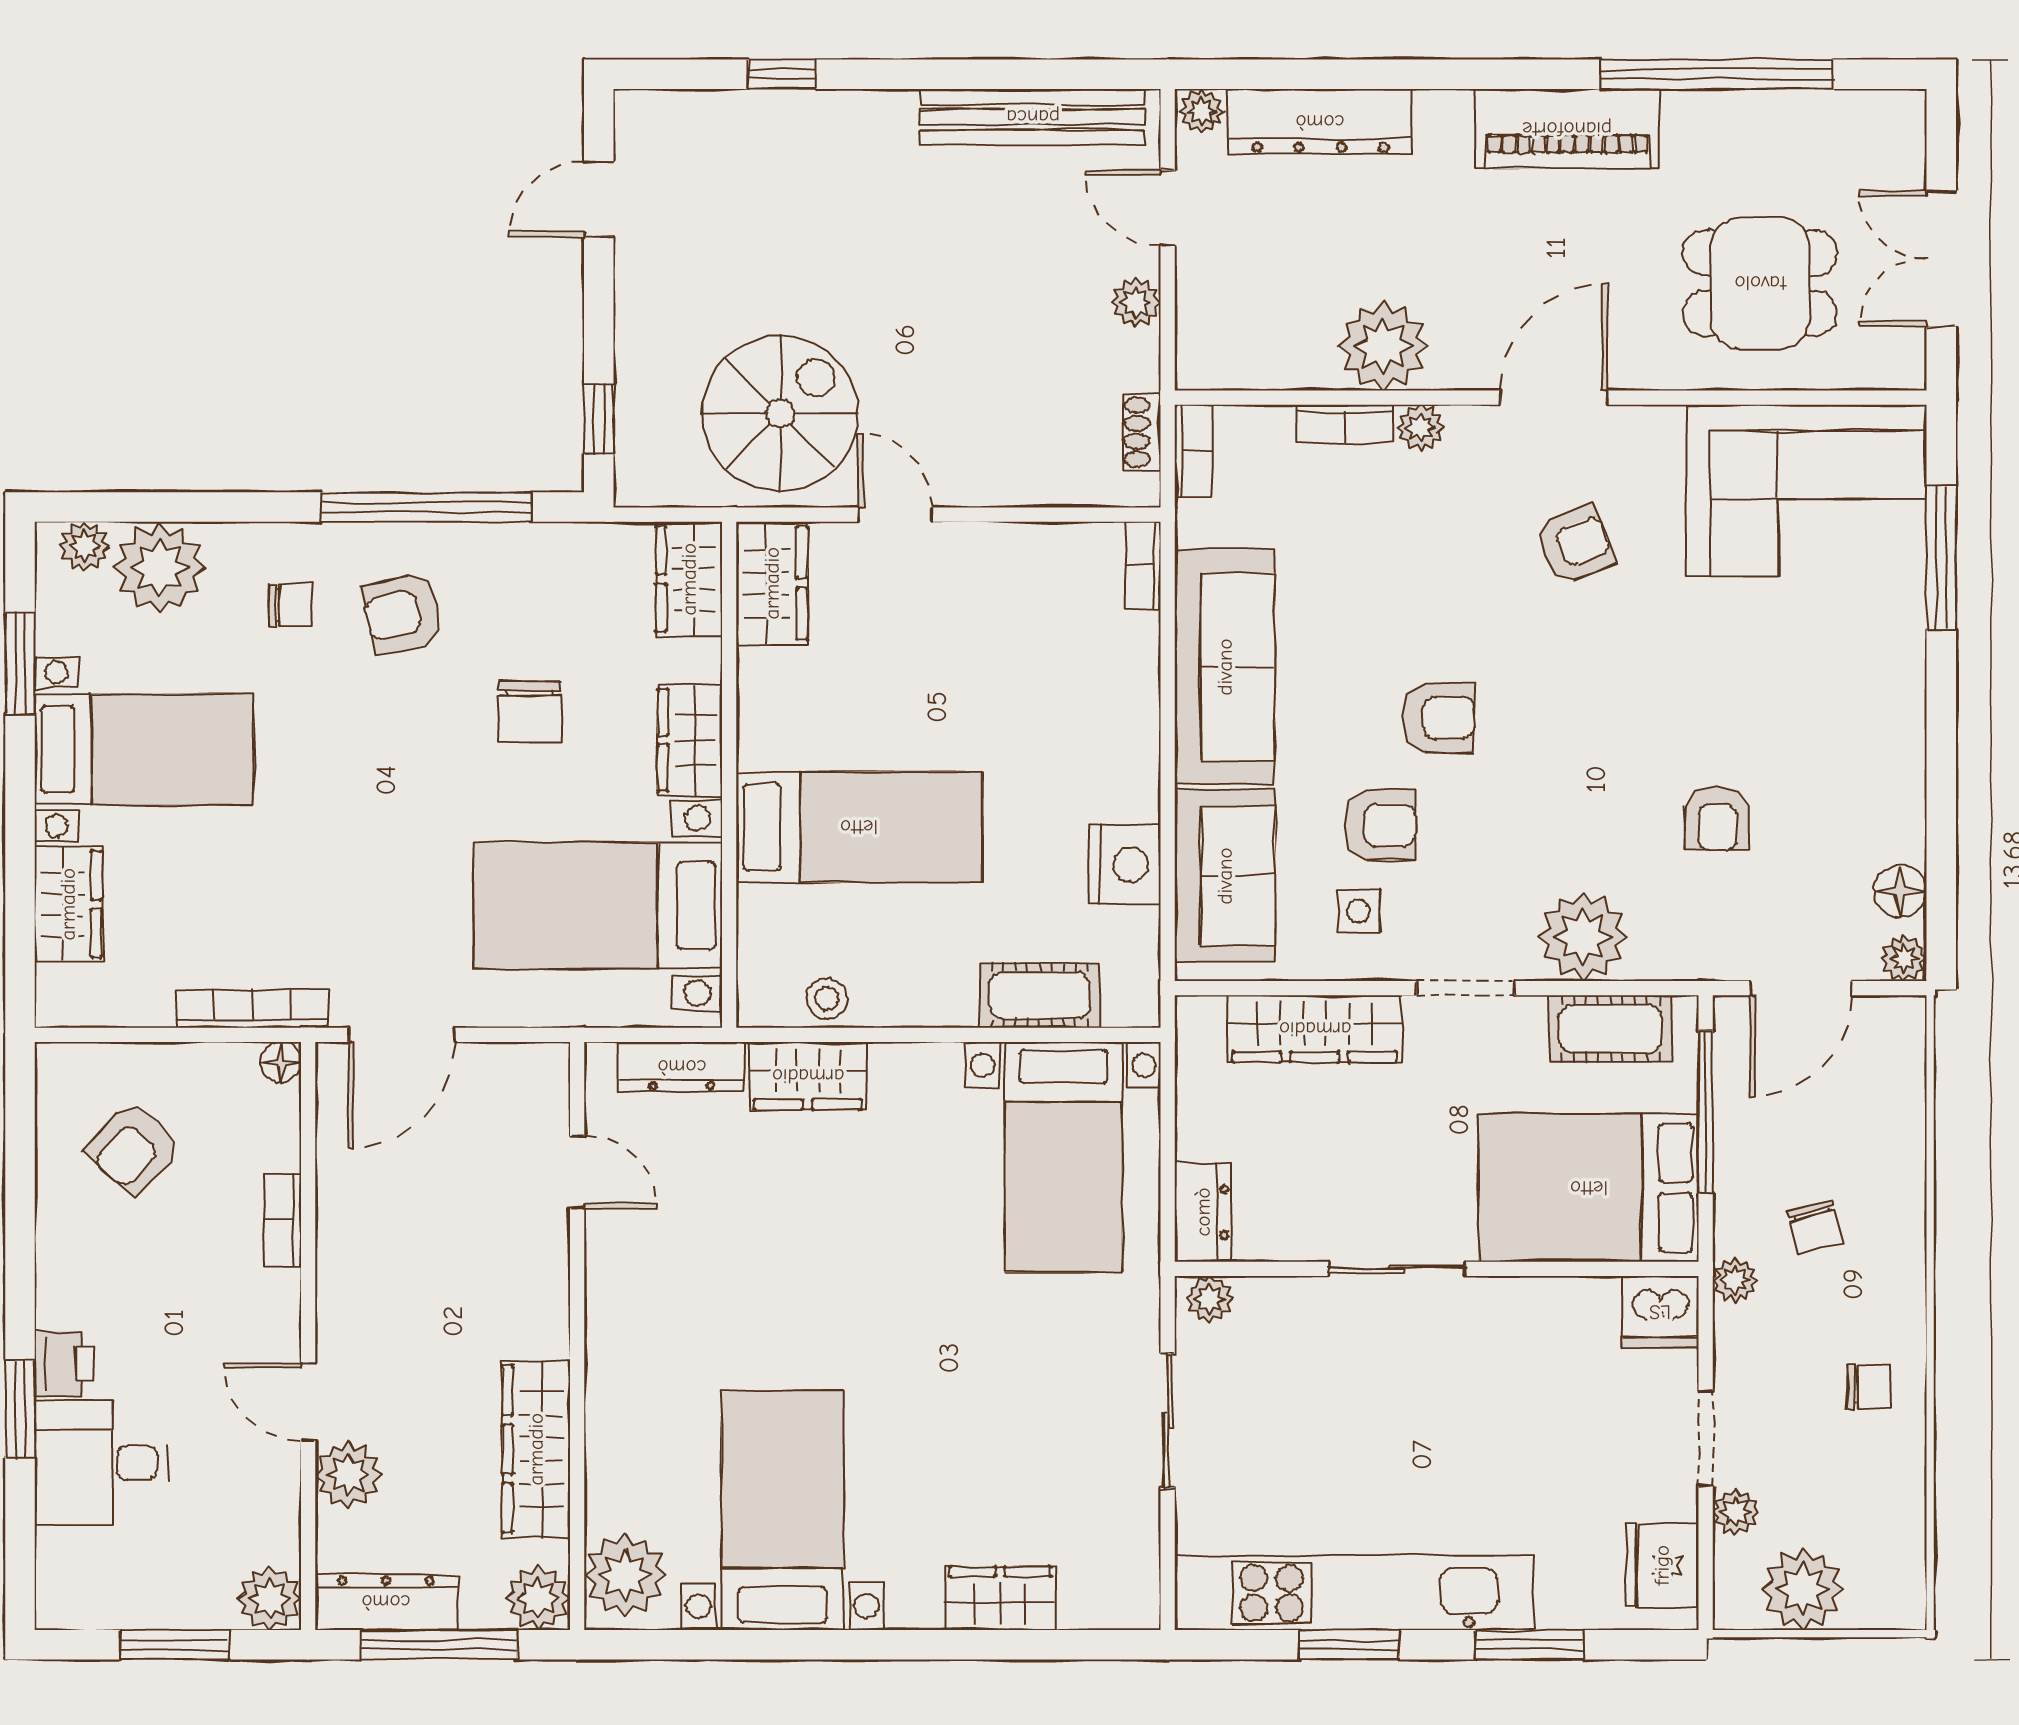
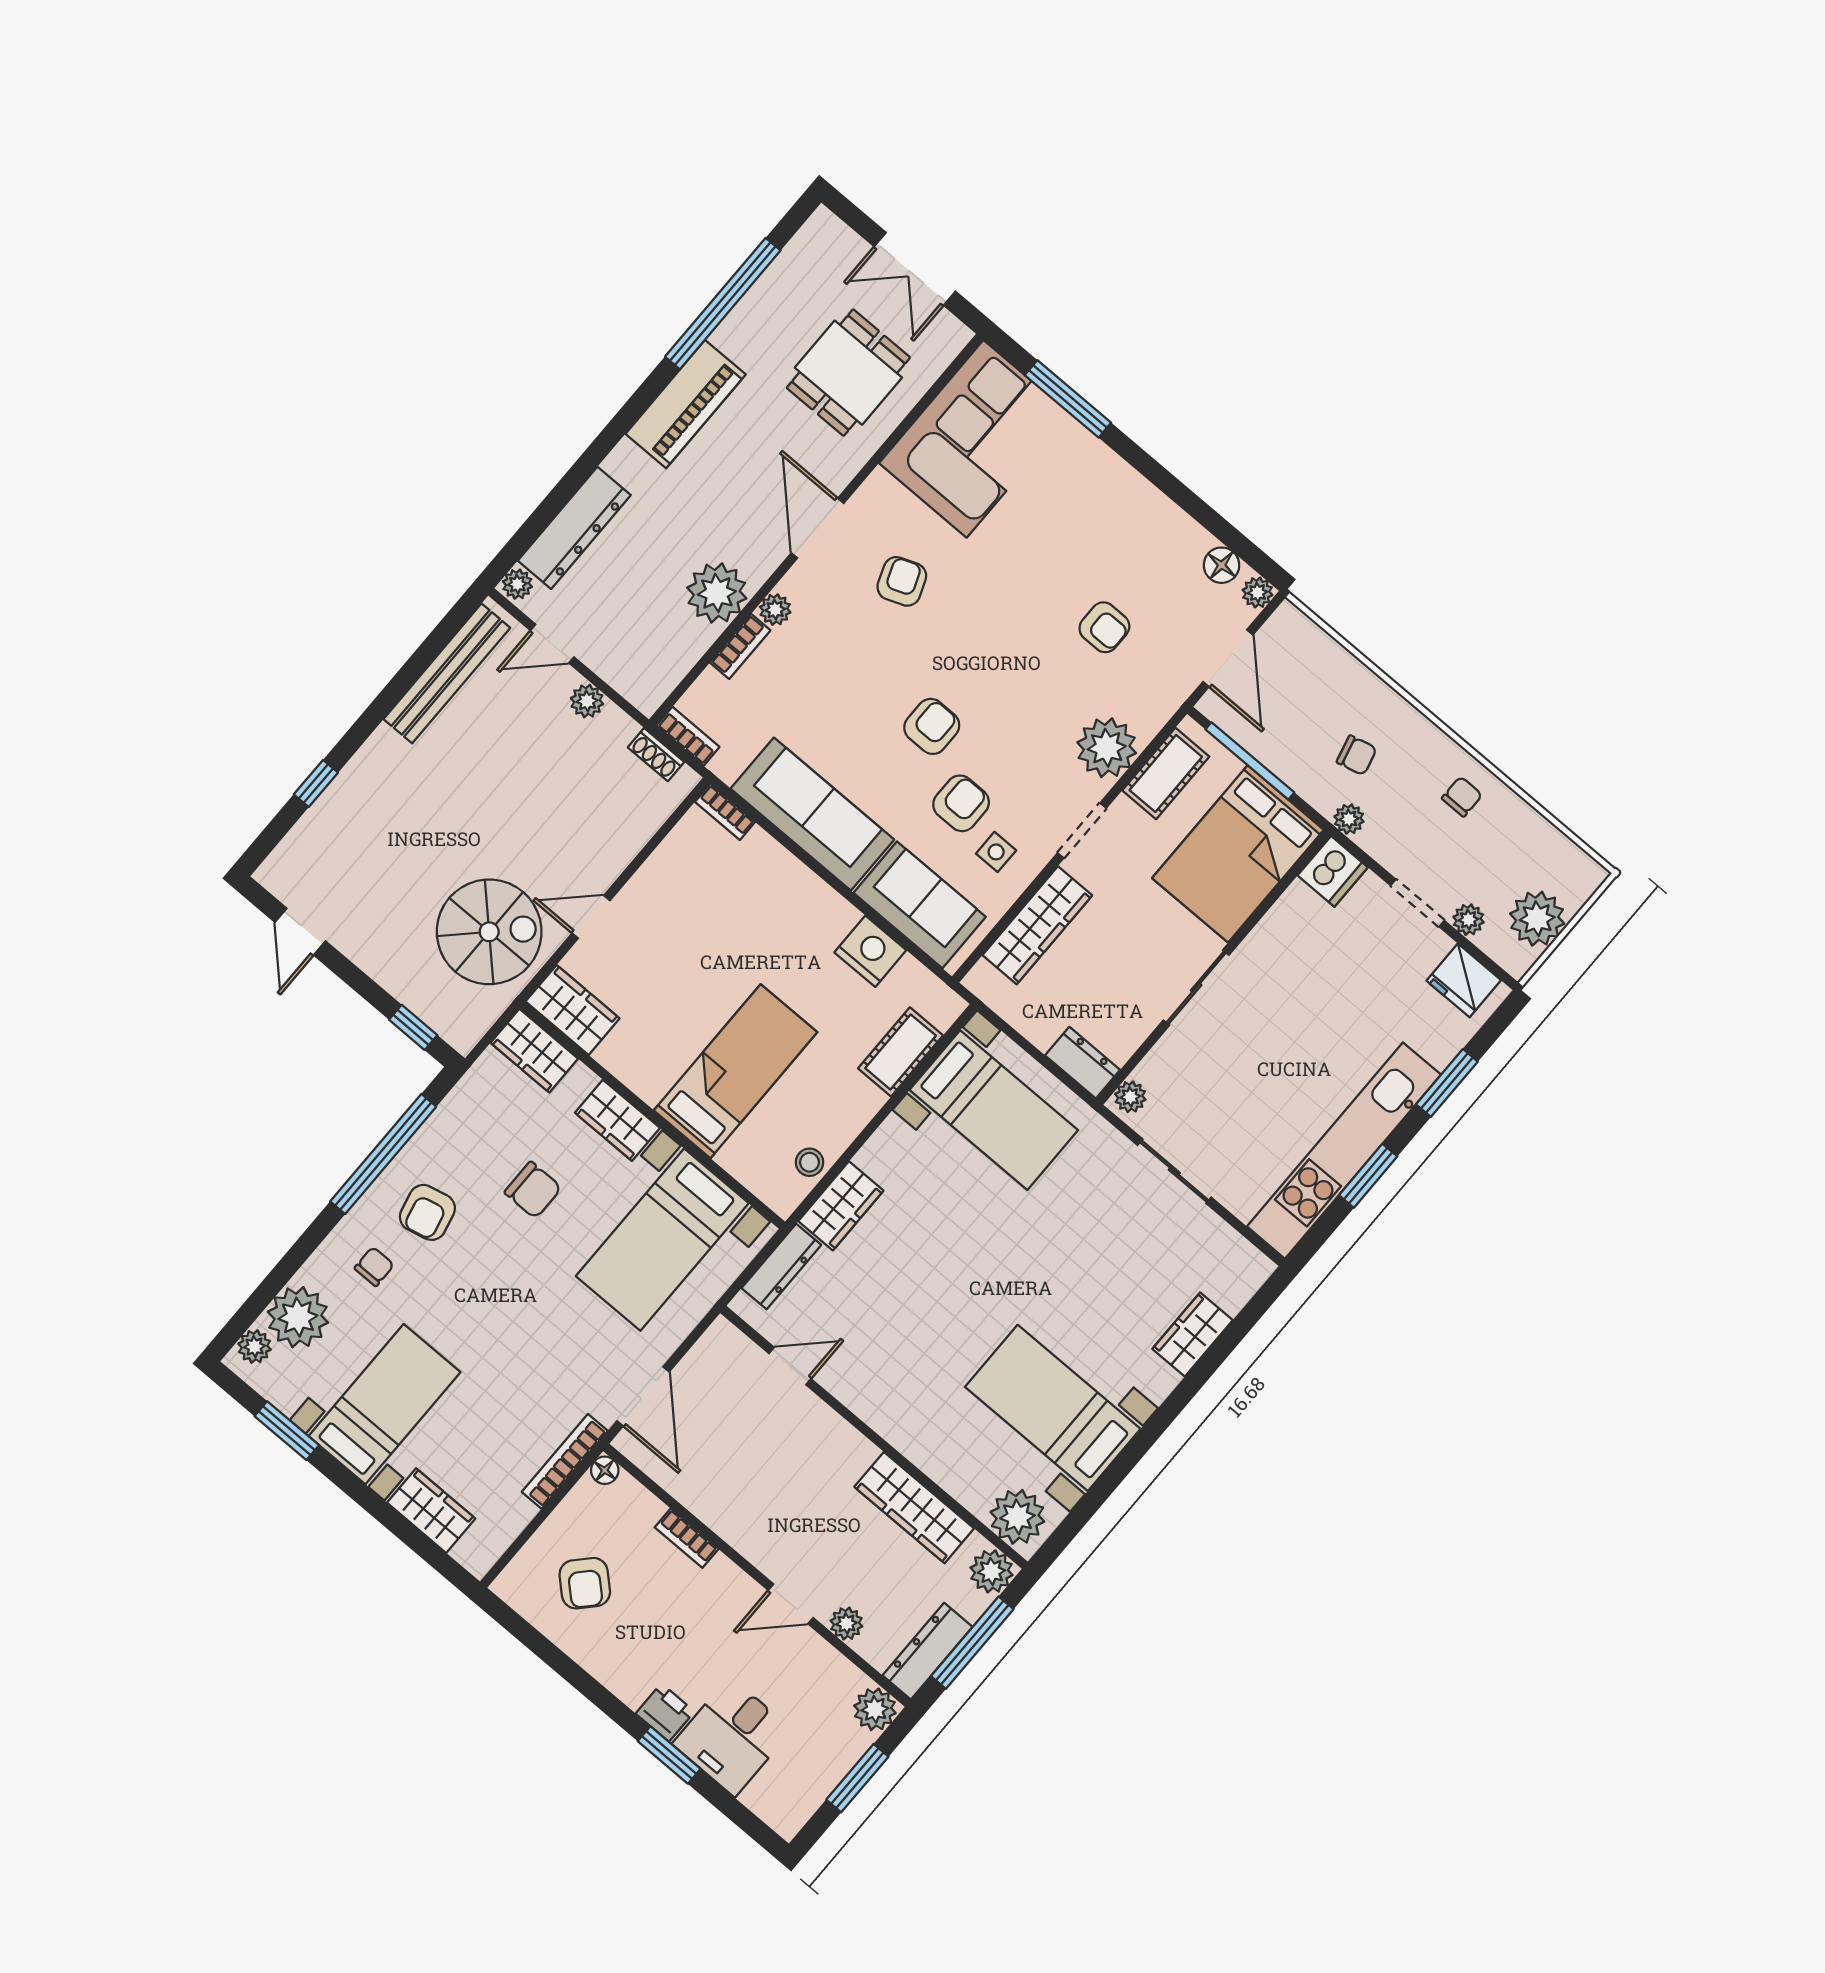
spiral stairs: (780, 414) -> (489, 932), turned 90
plant: (349, 1475) -> (846, 1624), width x0.73, depth x0.73

